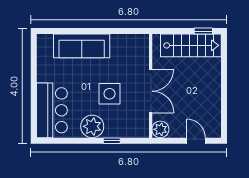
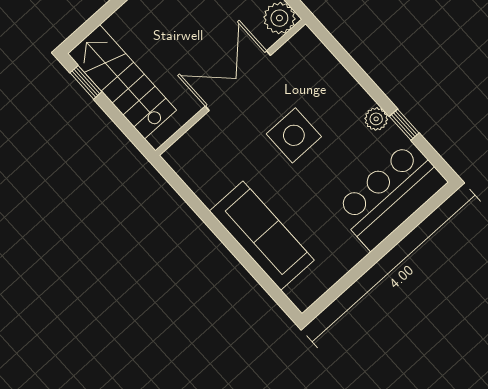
plant: (92, 126) -> (376, 119), width x0.53, depth x0.53
window: (112, 141) -> (404, 125), moved

